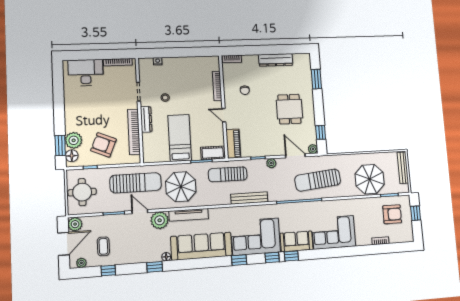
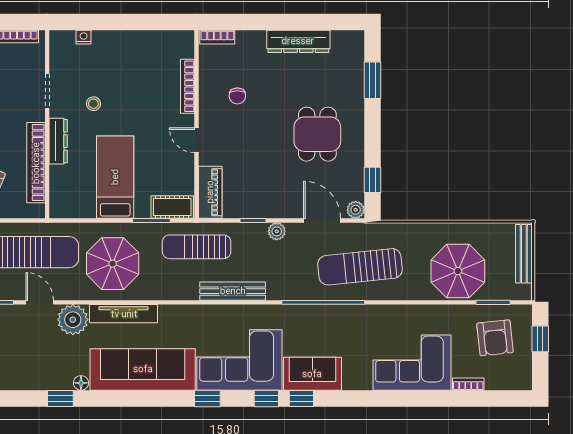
armchair: (392, 214) -> (495, 338), turned 84
corner sofa: (334, 232) -> (412, 363), moved

